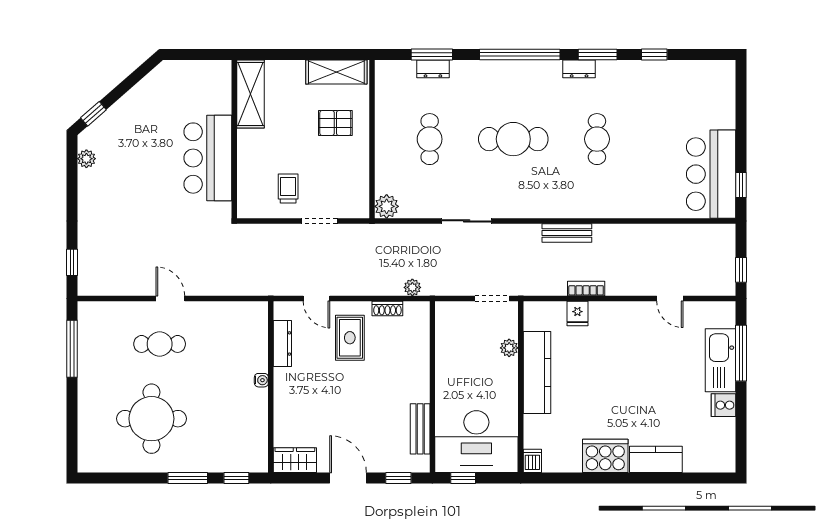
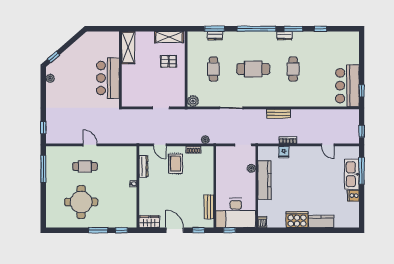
trolley: (288, 188) -> (146, 93), removed

